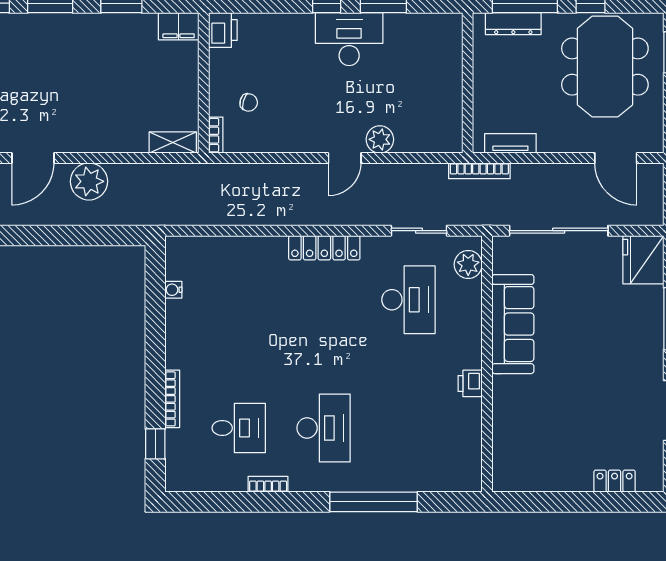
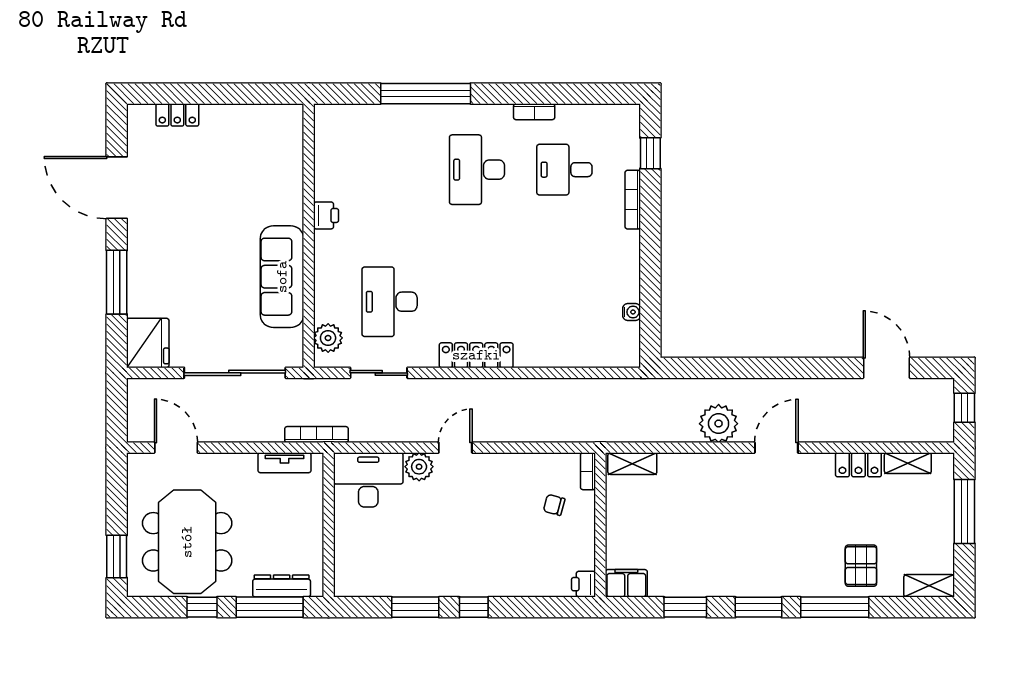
printer: (223, 30) -> (584, 584), width x0.73, depth x0.81
desk: (349, 39) -> (368, 480), moved, turned 180

